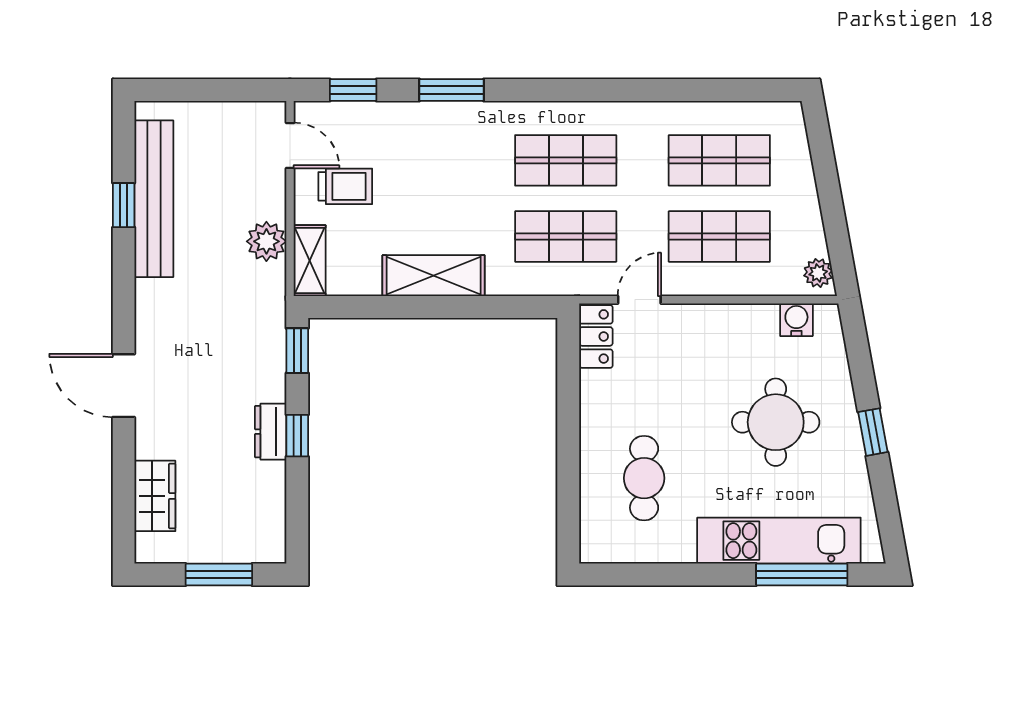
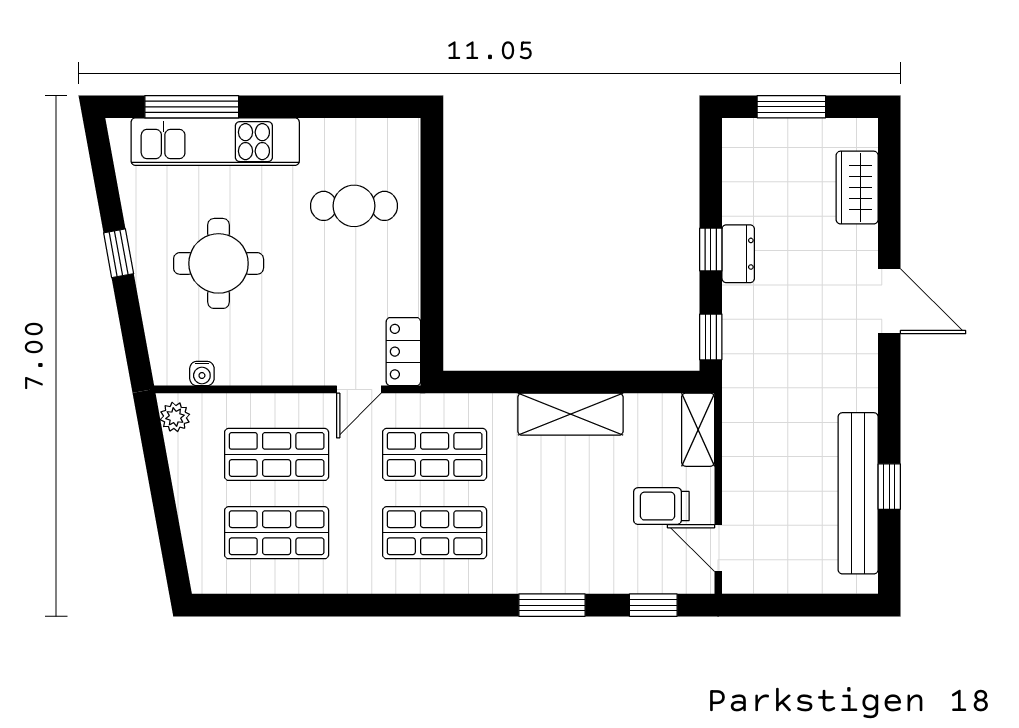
plant: (266, 241) -> (742, 449), removed
water cooler: (796, 320) -> (202, 374), width x0.72, depth x0.72
cafe table: (644, 478) -> (354, 206), turned 90

